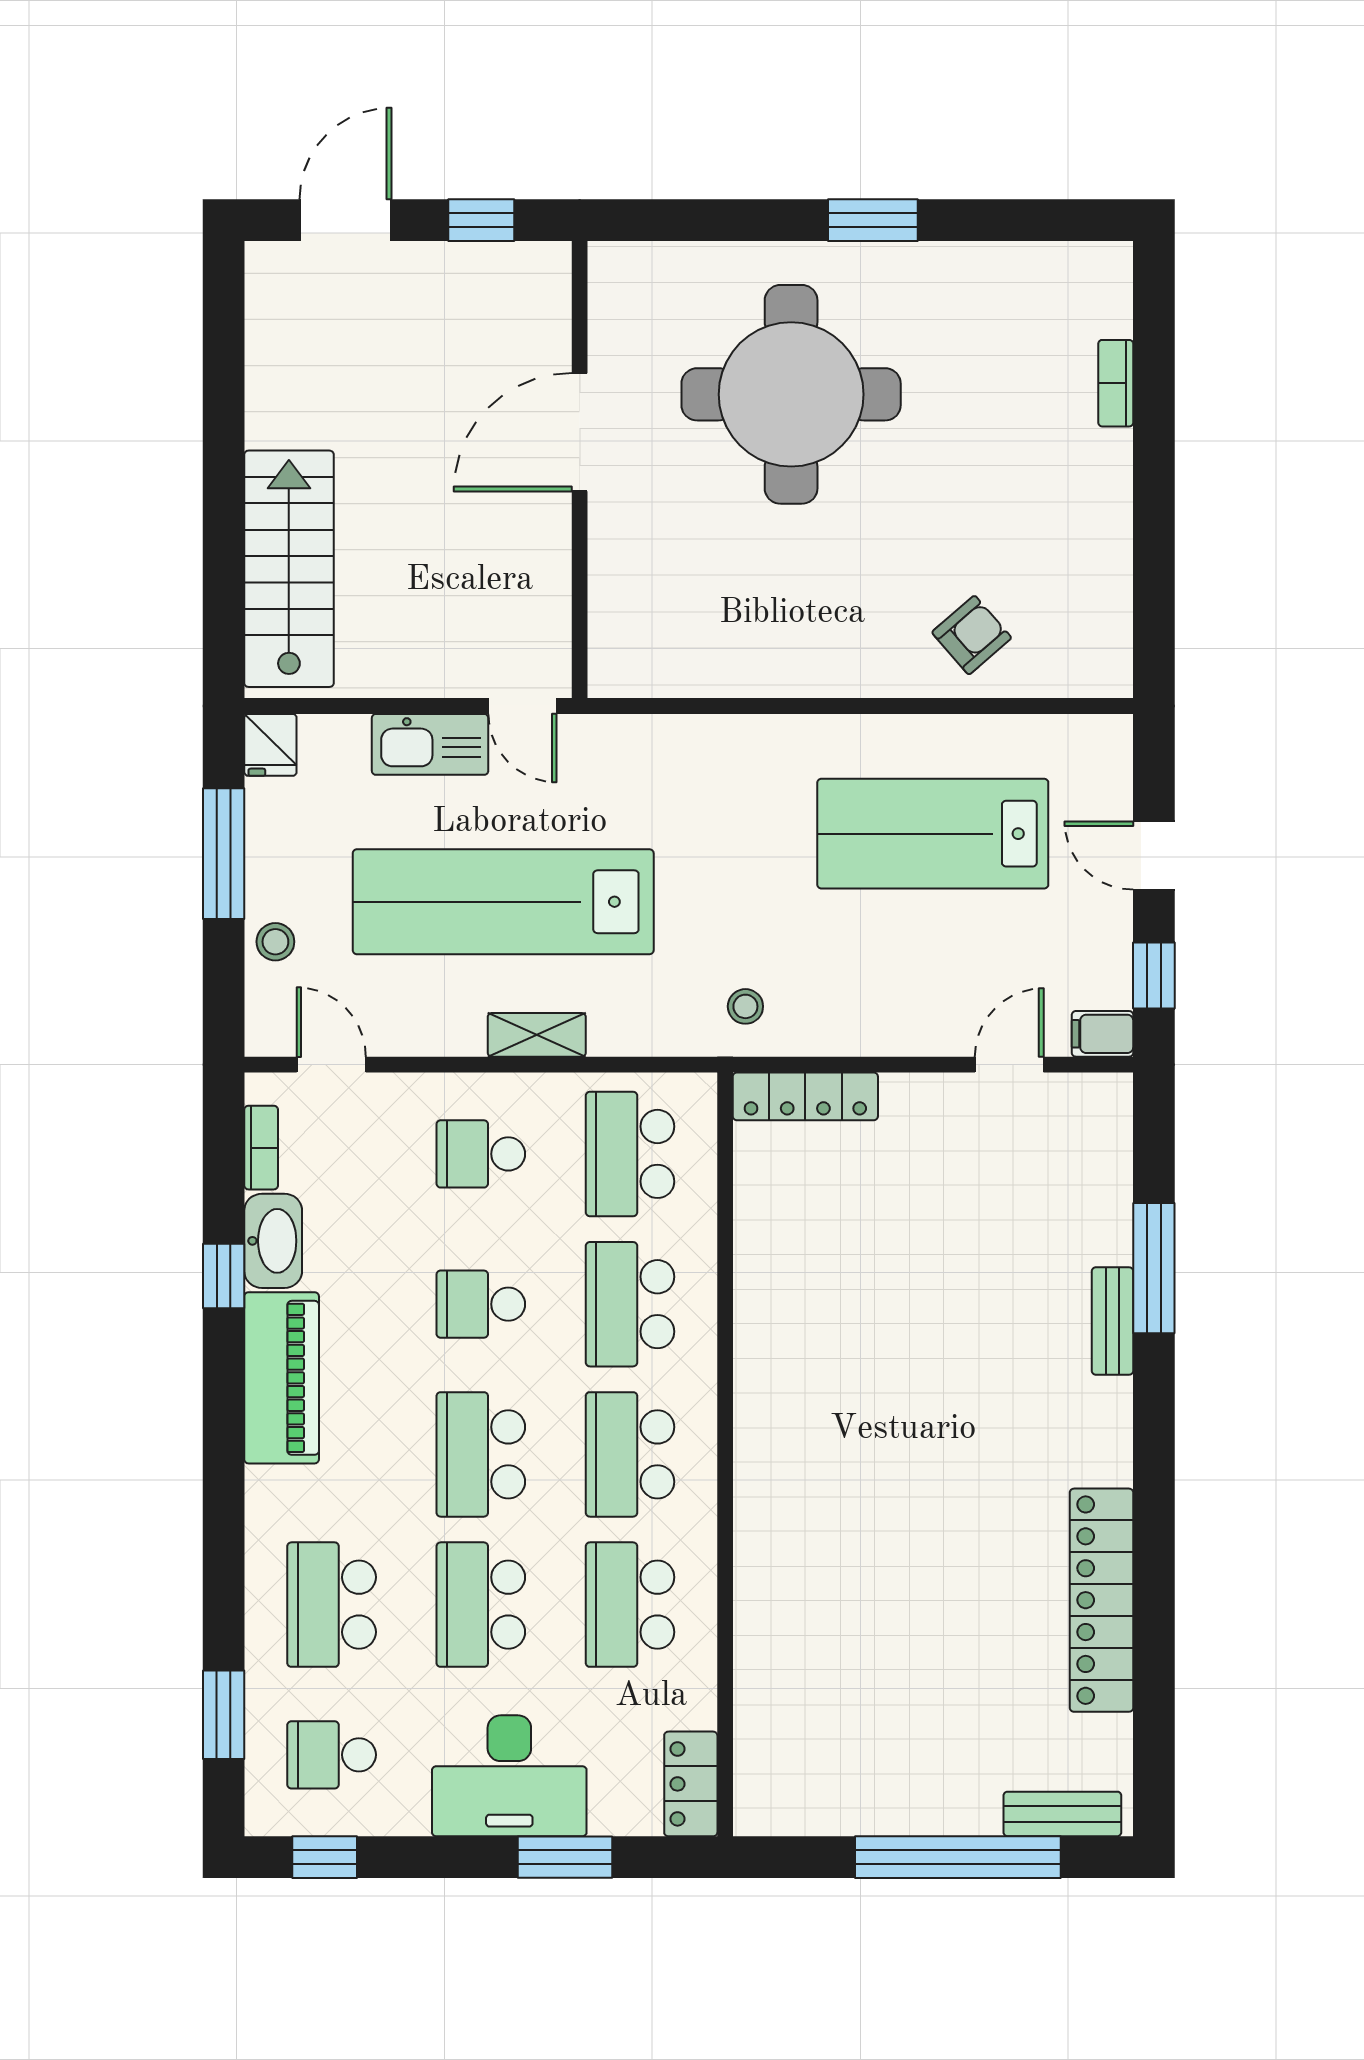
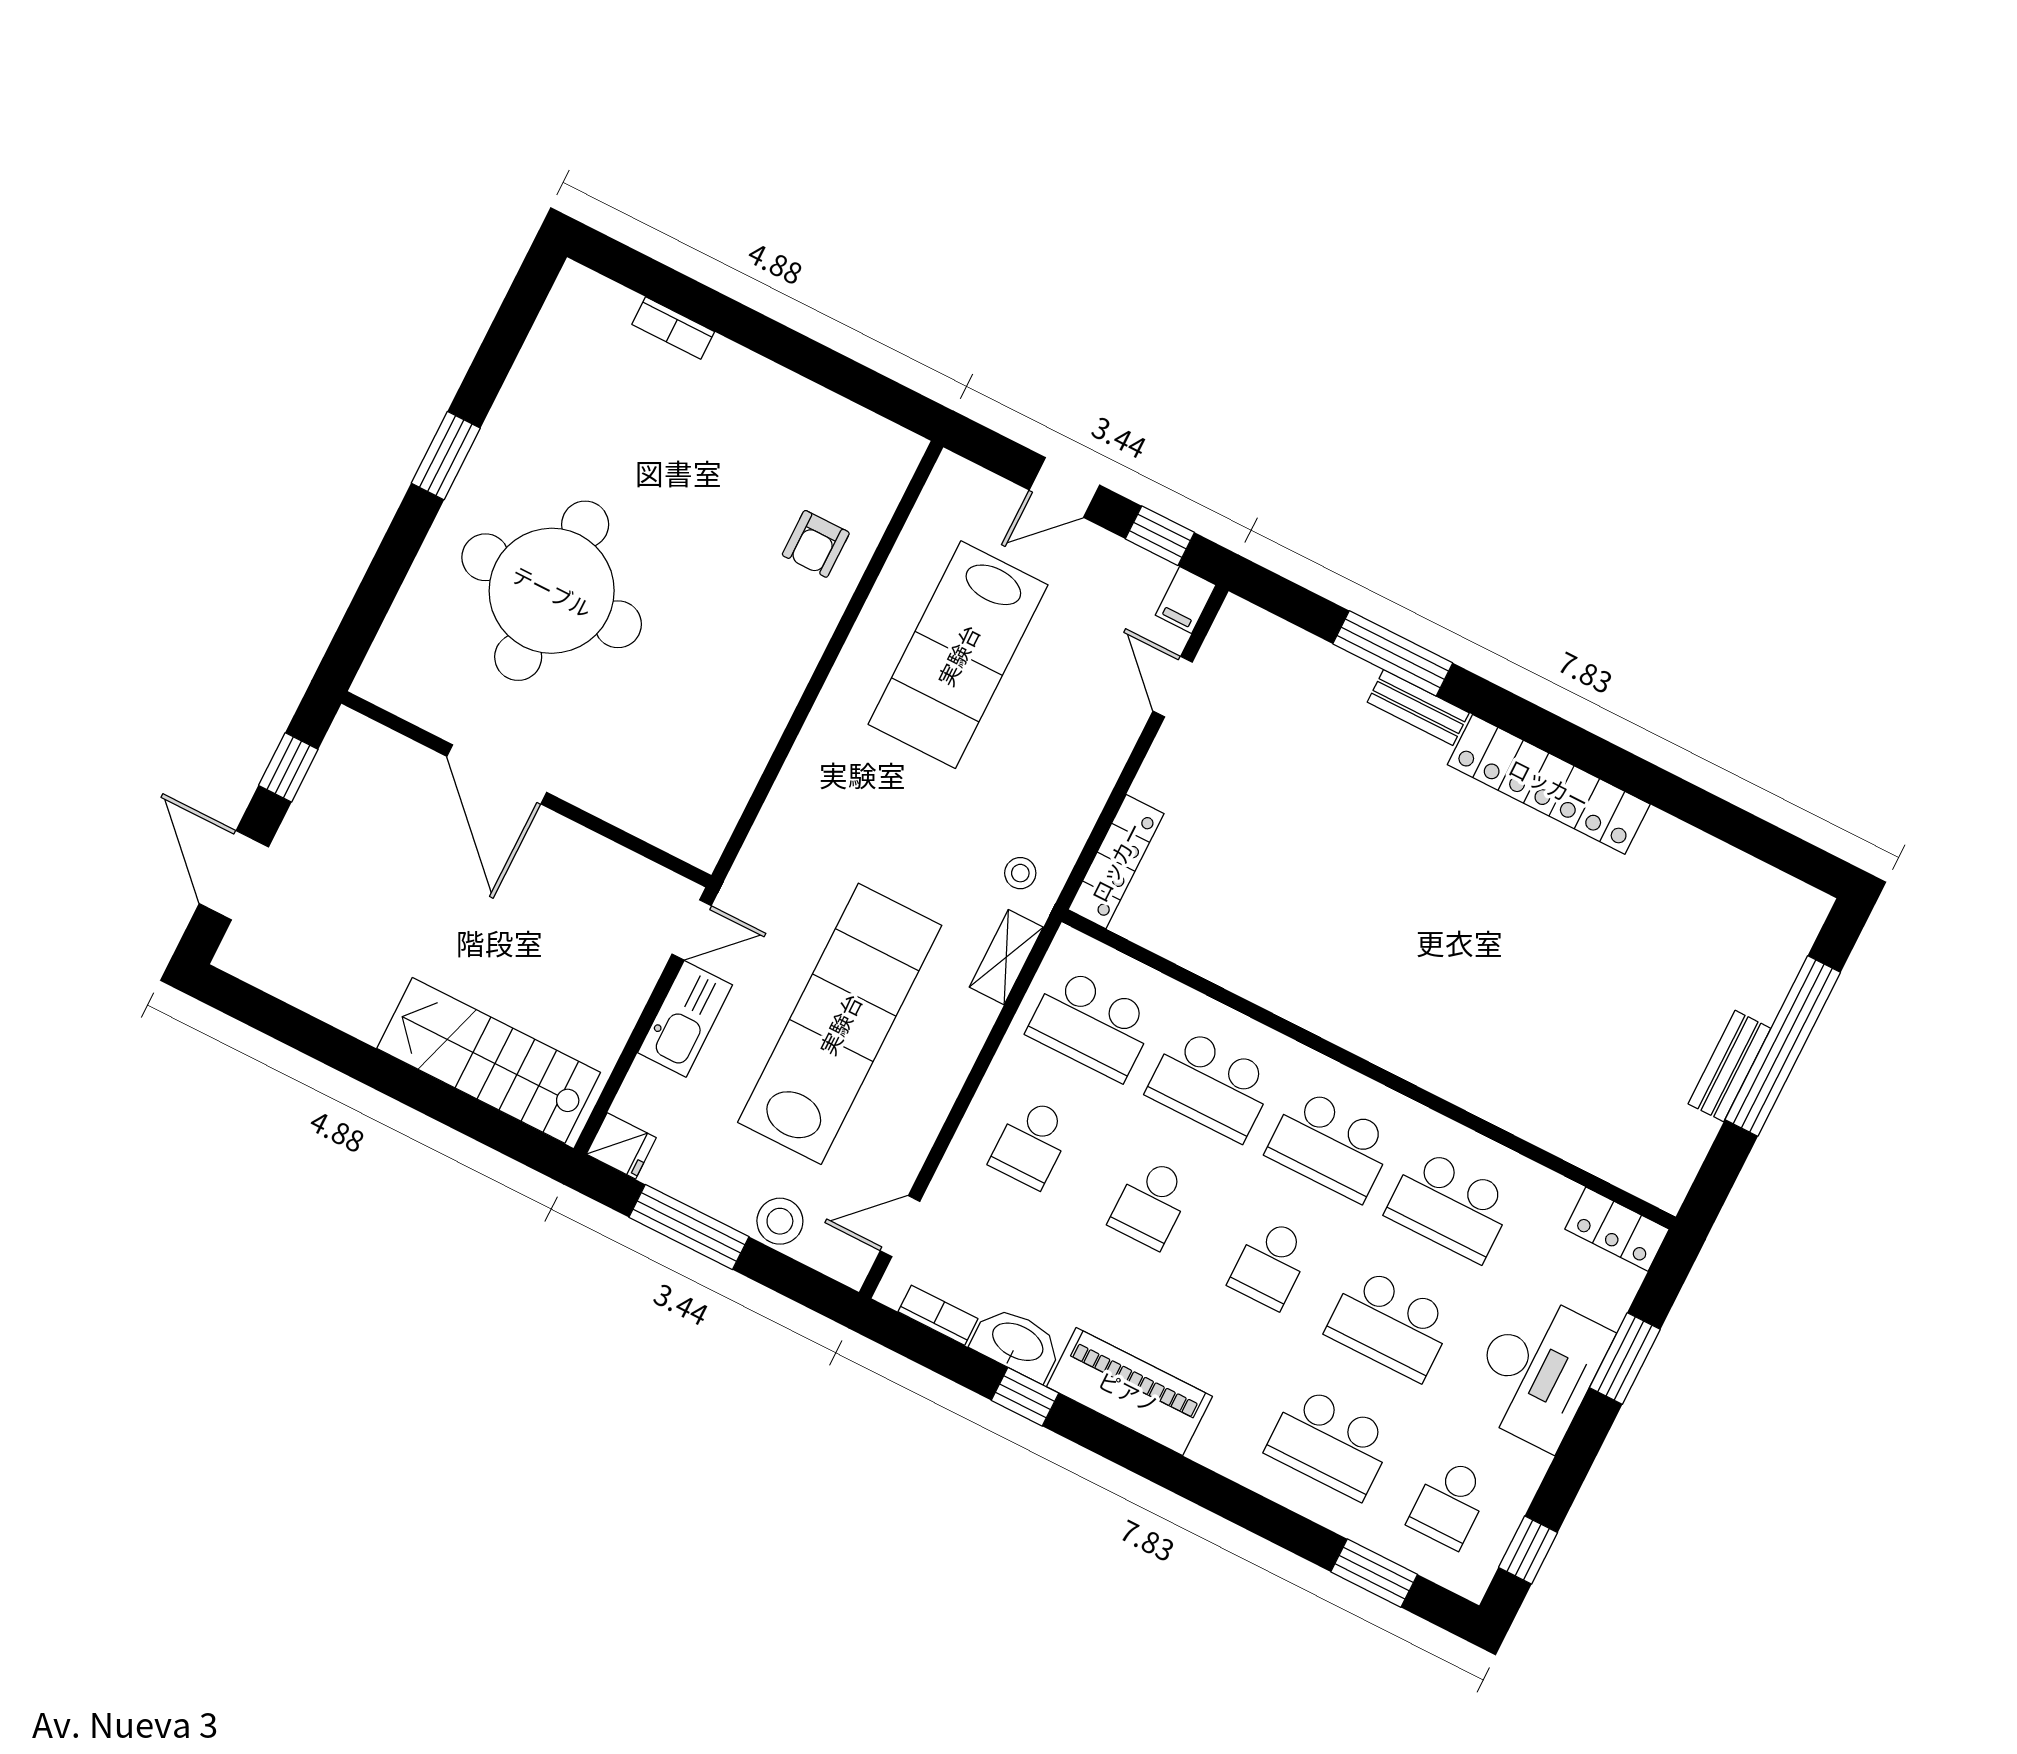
armchair: (972, 635) -> (816, 544), turned -139
lab bench: (503, 902) -> (840, 1024), turned 180
stool: (275, 942) -> (780, 1221), width x1.37, depth x1.37
shelving: (537, 1035) -> (1006, 957), moved
school desk: (481, 1454) -> (1270, 1264), width x0.54
locker: (1101, 1600) -> (1549, 784), moved
bench: (1062, 1814) -> (1729, 1066), moved

